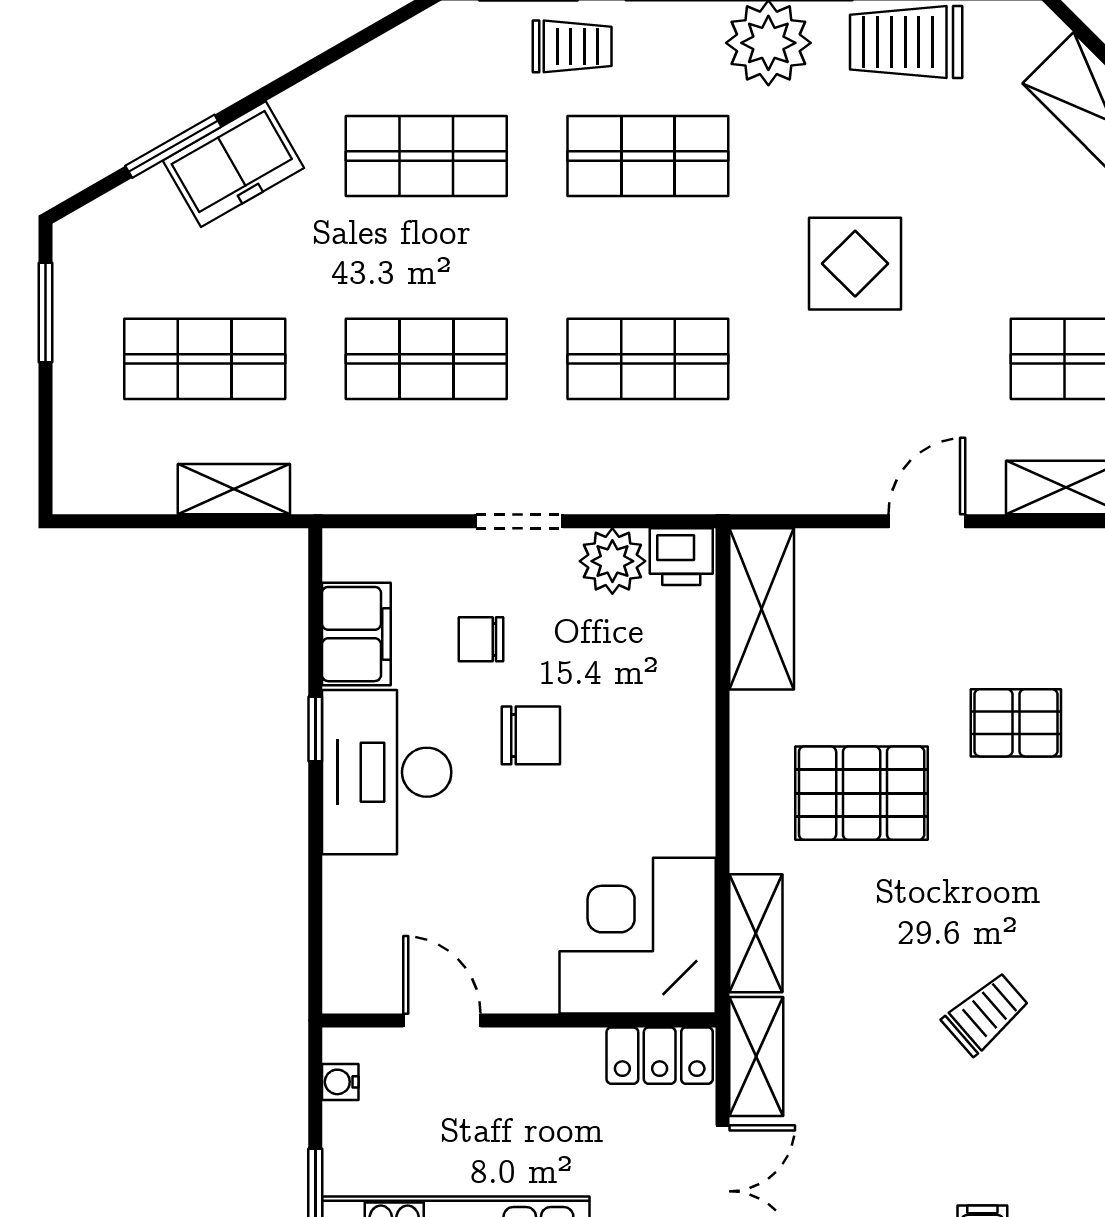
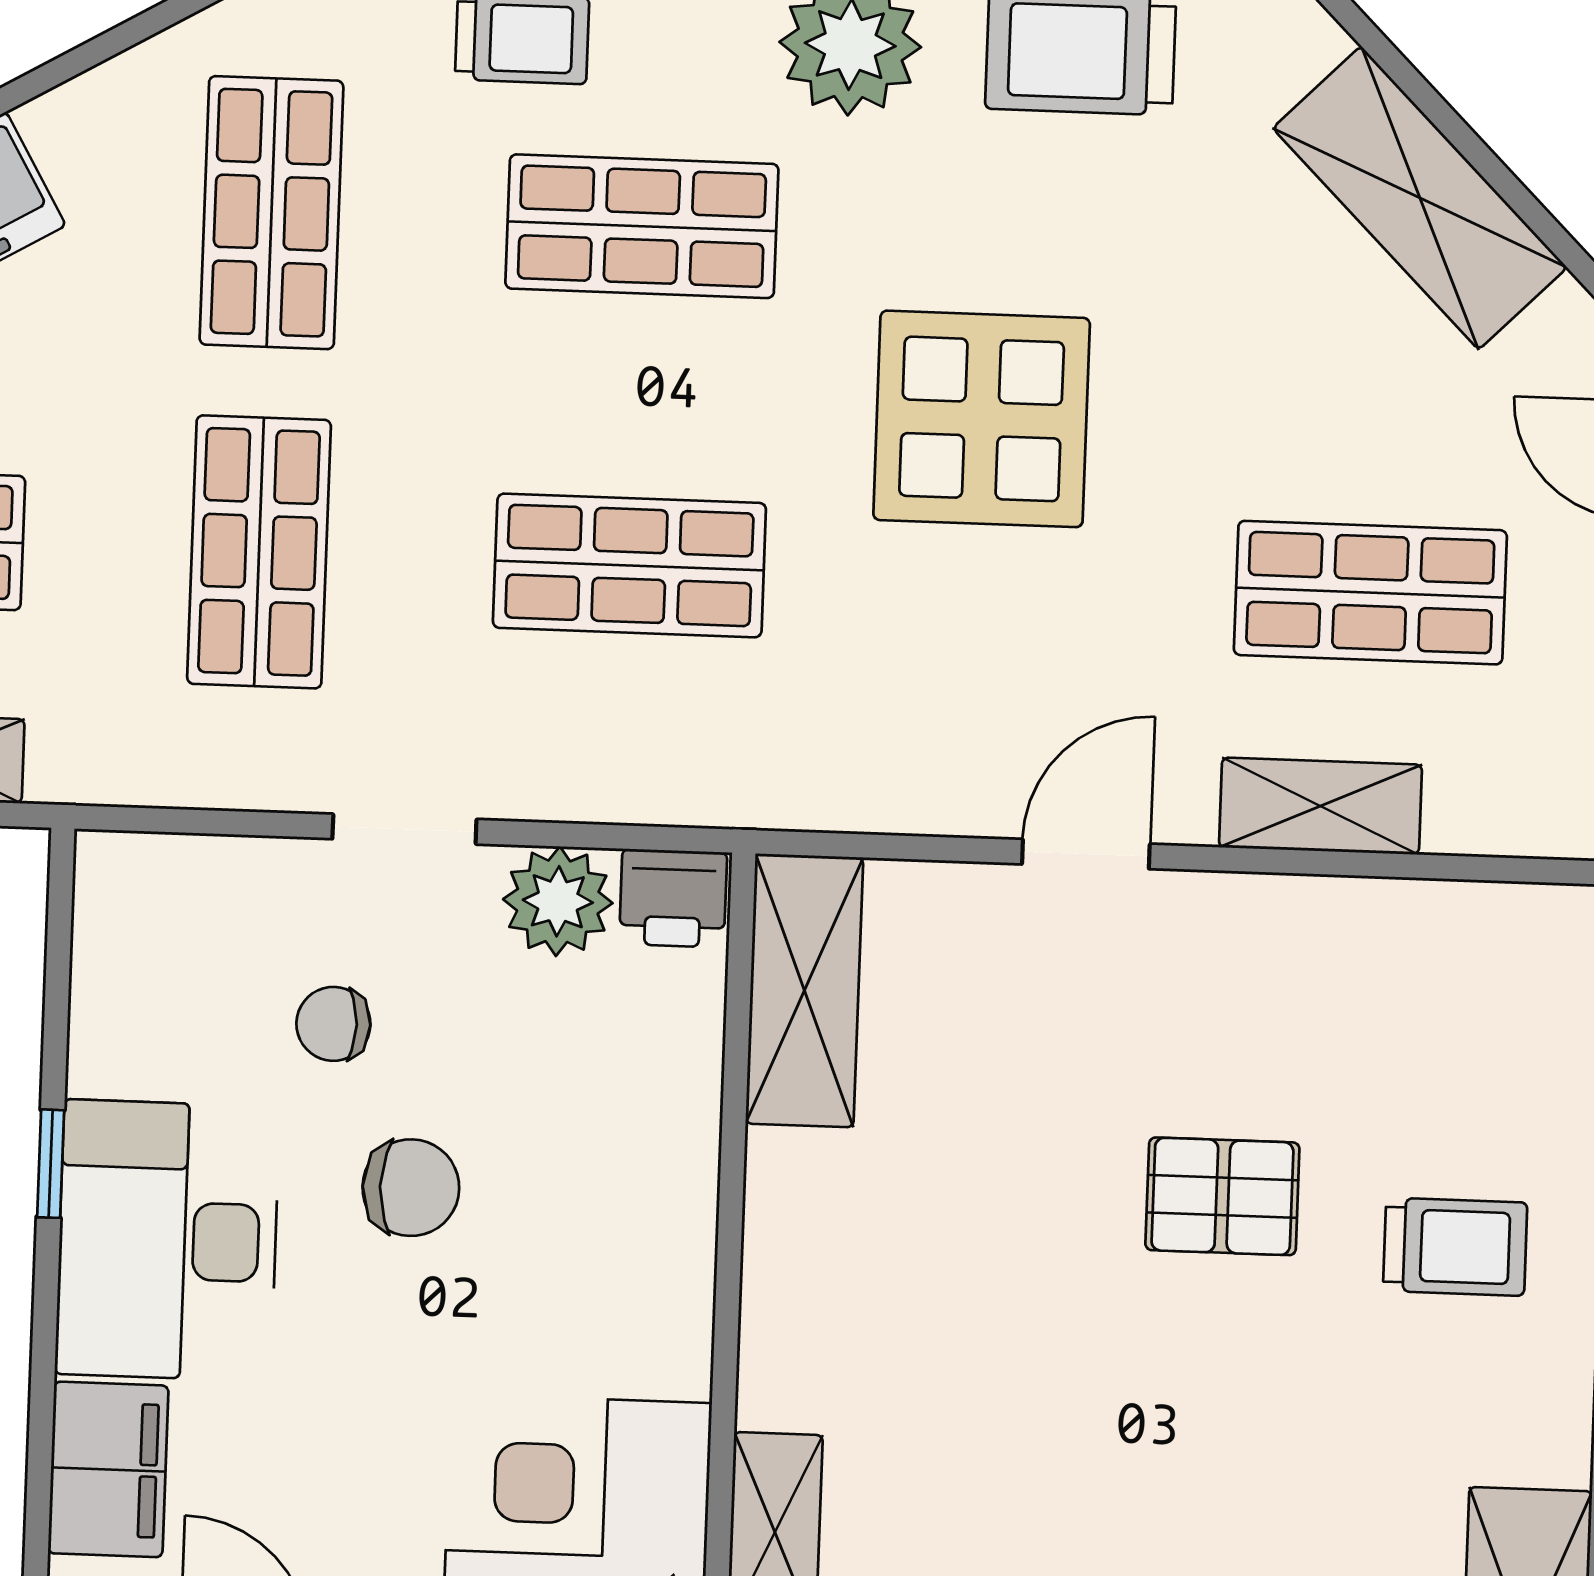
shop shelf: (426, 156) -> (271, 213), turned 90
display table: (855, 264) -> (982, 419), width x1.36, depth x1.36
shop shelf: (426, 359) -> (259, 552), turned 90
filing cabinet: (356, 634) -> (108, 1469), moved
pallet: (862, 793) -> (960, 1304), removed

